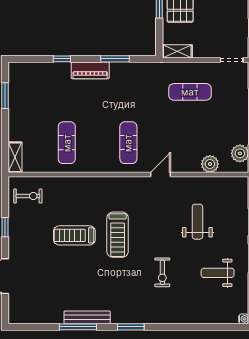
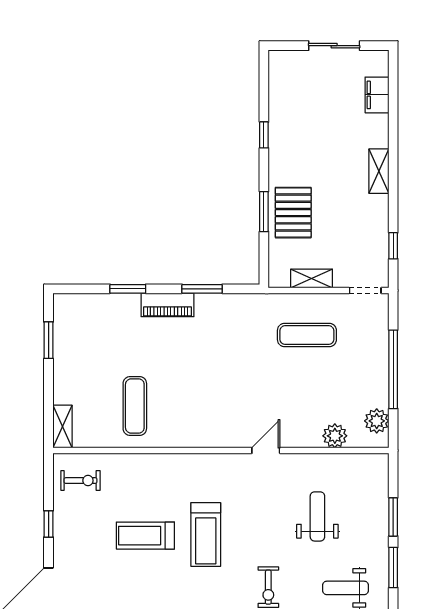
shelving: (177, 51) -> (312, 279), moved
window: (62, 59) -> (128, 289), width x1.50
exercise mat: (128, 143) -> (221, 406), removed

